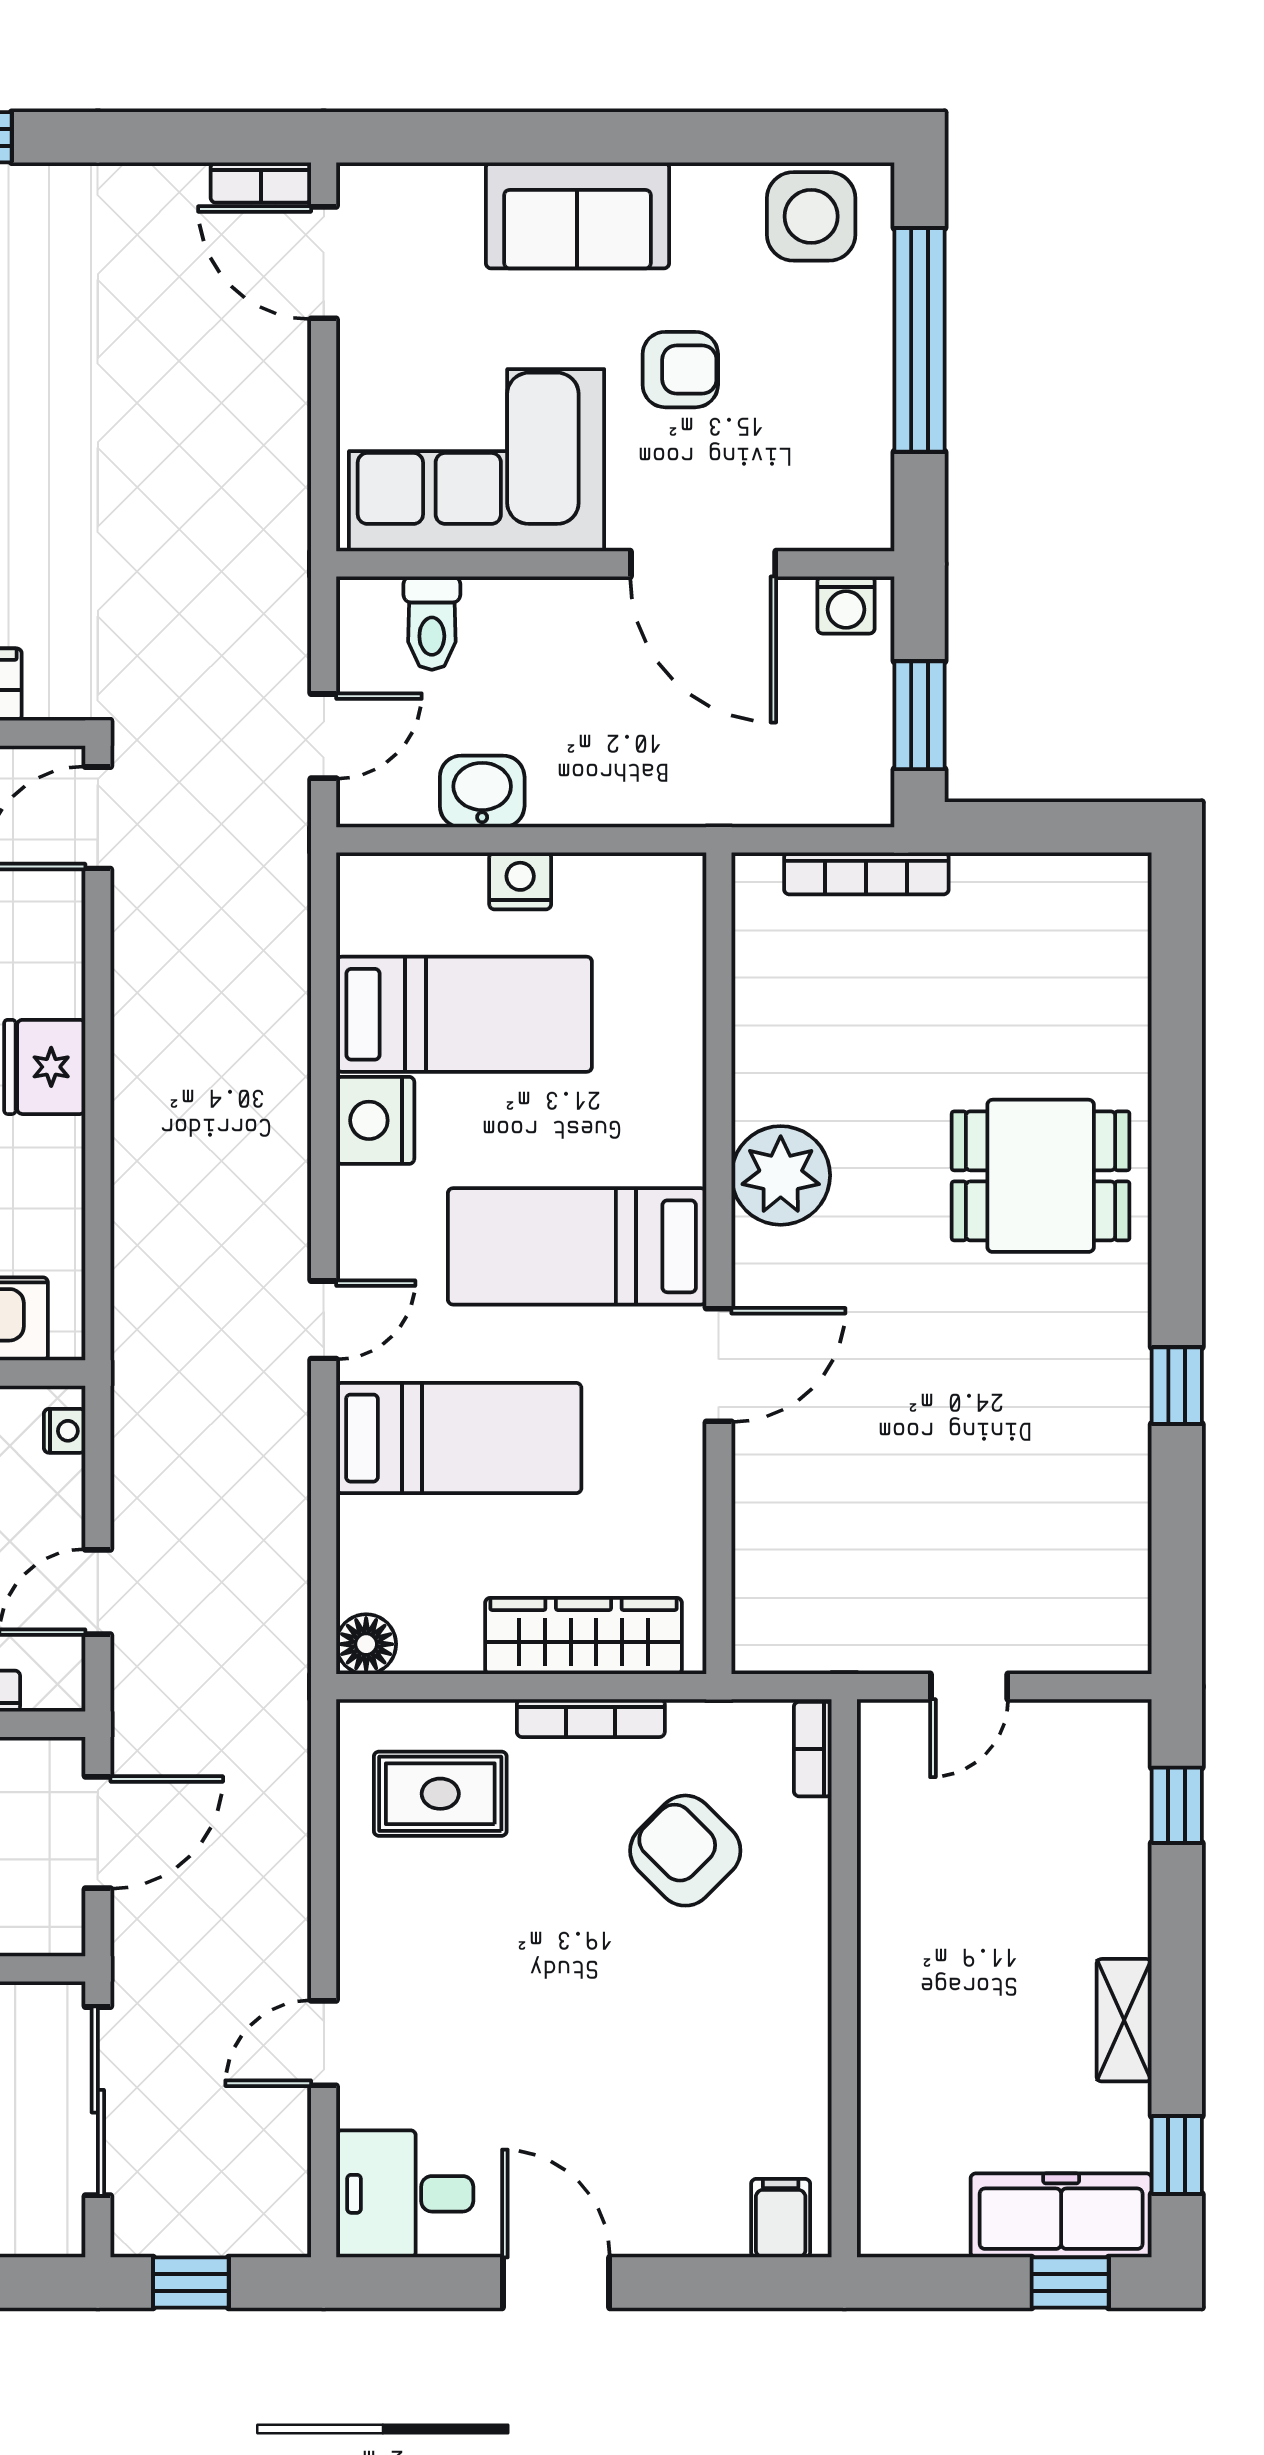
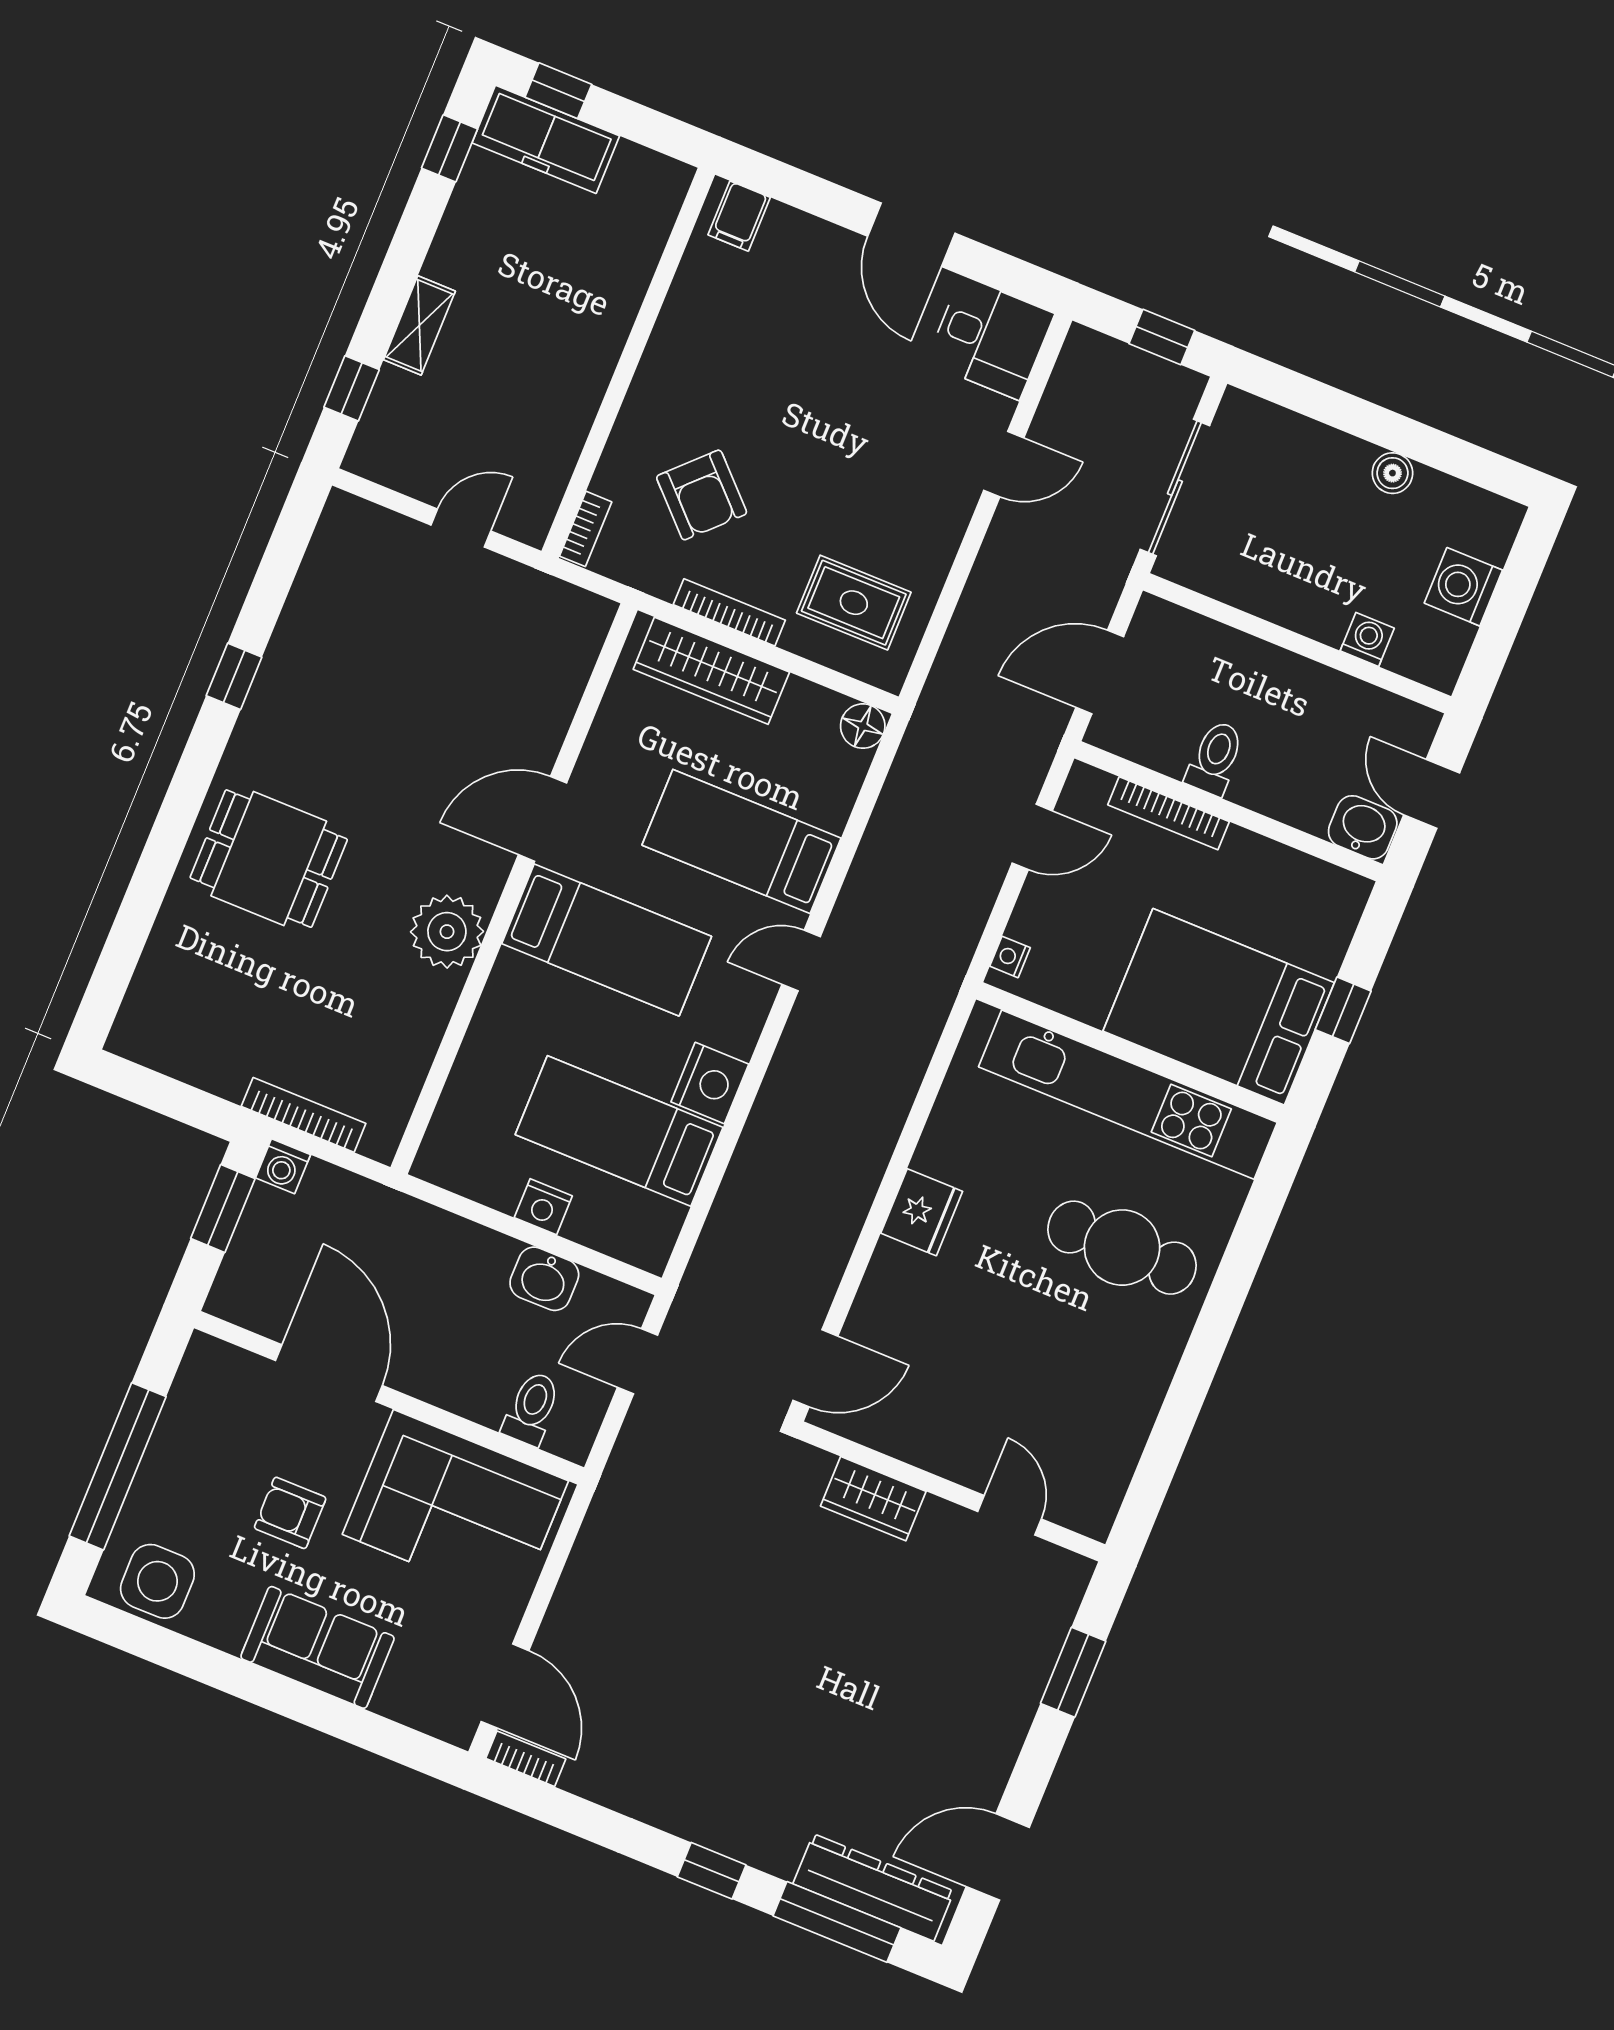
washing machine: (846, 605) -> (283, 1166), moved, turned 180
shelving: (1124, 2020) -> (419, 325), moved

